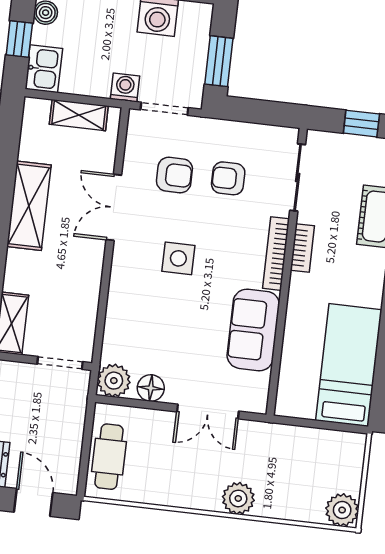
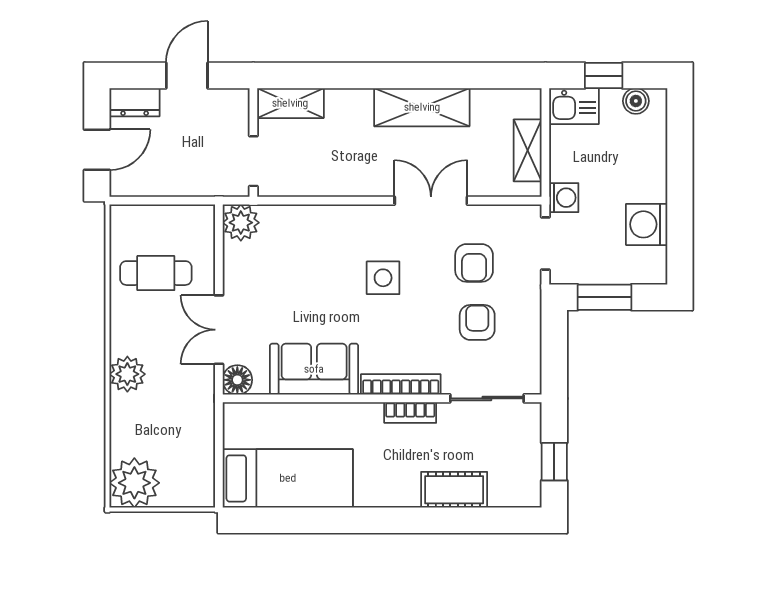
floor lamp: (151, 388) -> (237, 380), moved
cafe table: (109, 457) -> (156, 273), moved
plant: (342, 510) -> (134, 483), width x1.36, depth x1.36

